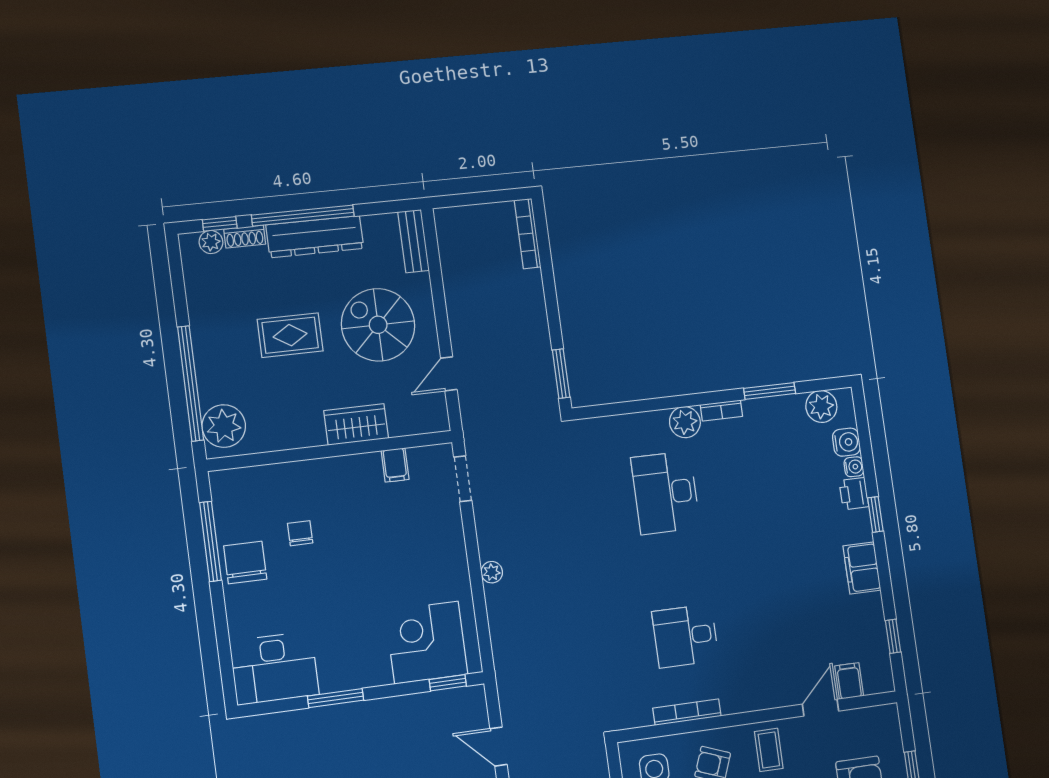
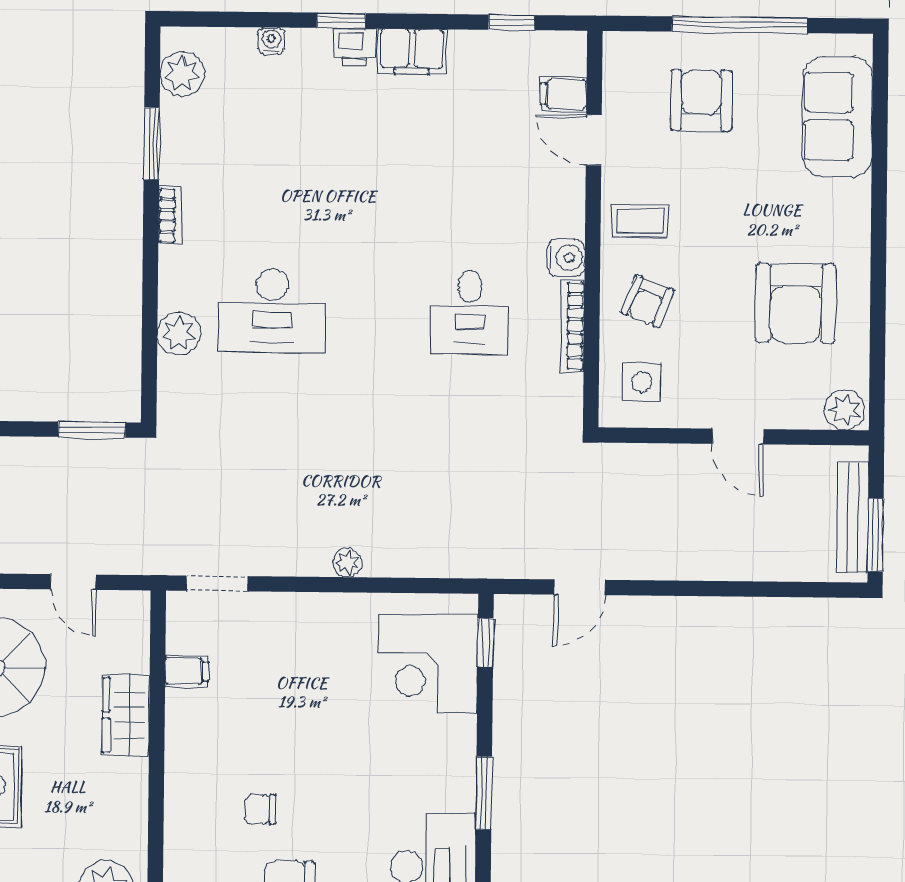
plant: (685, 422) -> (179, 333), moved
water cooler: (846, 442) -> (566, 258), moved, turned 90
printer: (854, 494) -> (355, 47), moved

